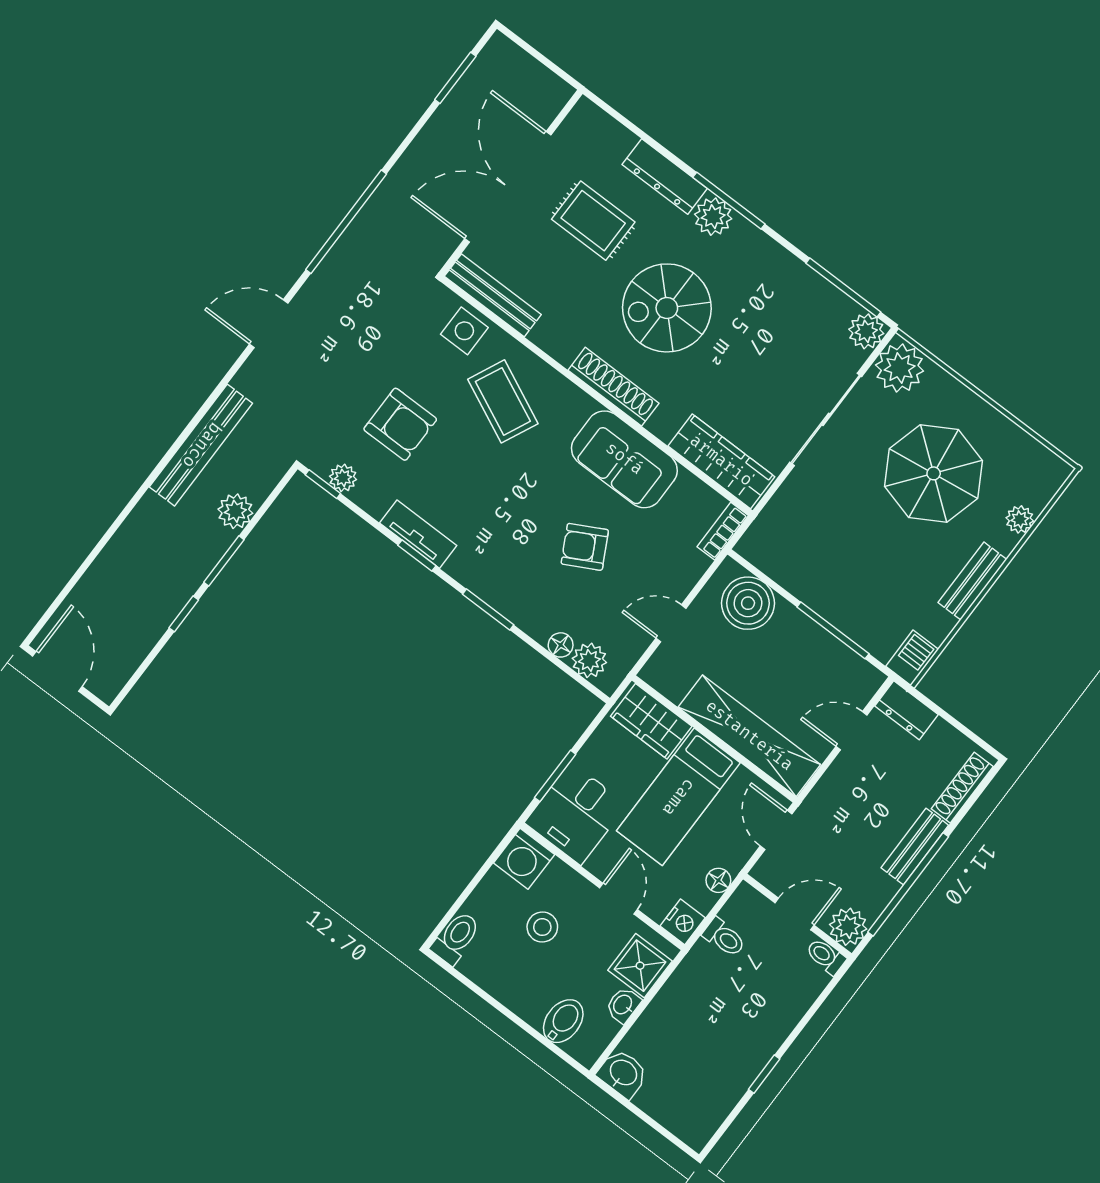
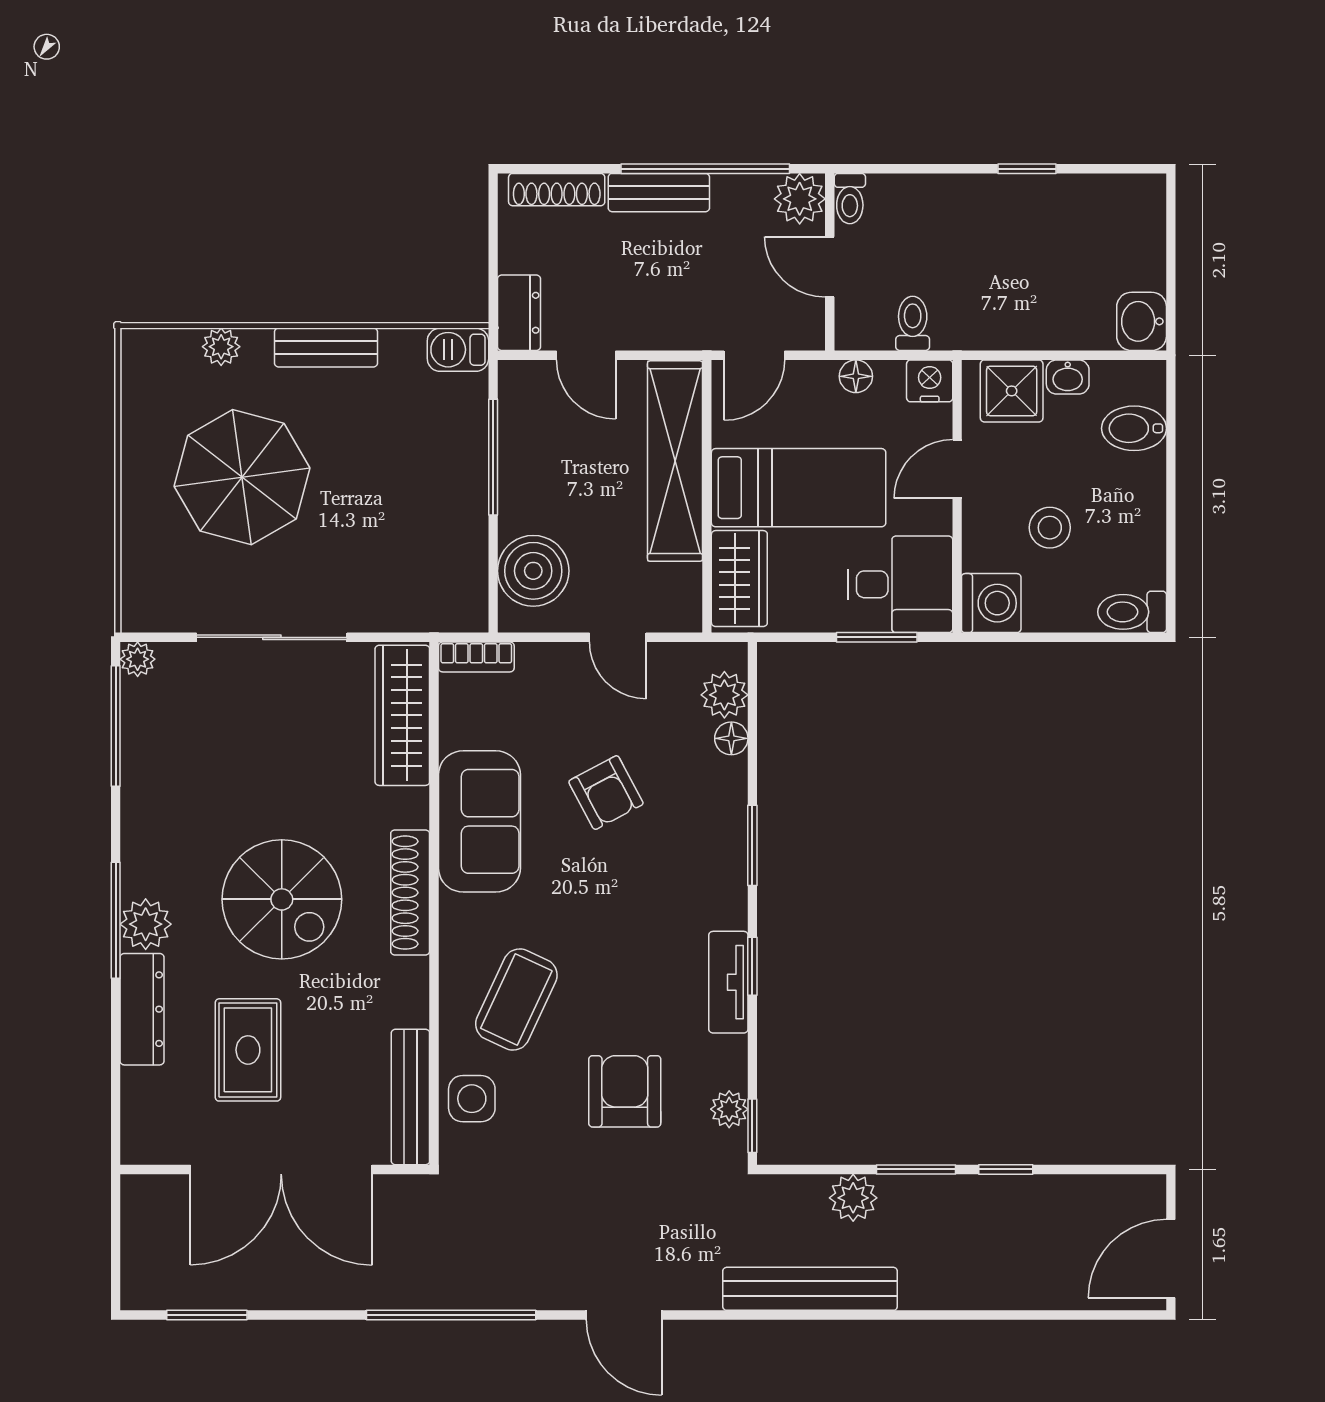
plant: (866, 331) -> (138, 659), width x0.73, depth x0.73
plant: (900, 368) -> (156, 600), removed

